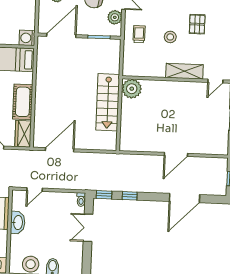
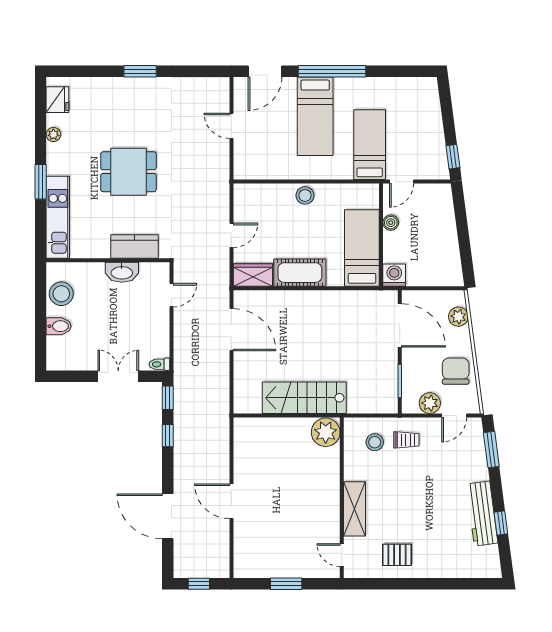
pallet: (197, 24) -> (397, 555), moved
stool: (170, 37) -> (375, 442), moved
door: (35, 189) -> (172, 295), swing flipped

